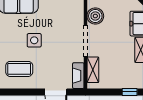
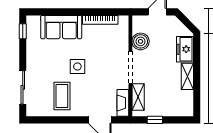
coffee table: (19, 69) -> (62, 96), turned 90
window: (130, 92) -> (155, 120), moved

